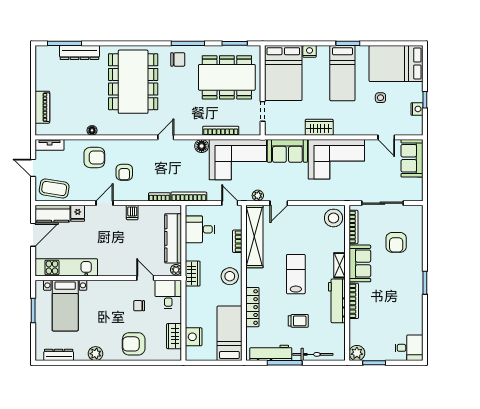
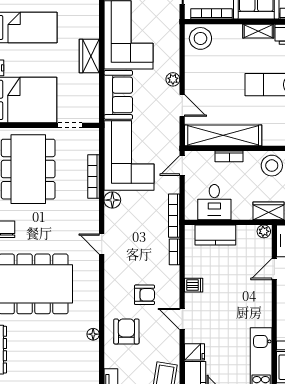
plant: (258, 196) -> (173, 79), moved
kitchen counter: (173, 238) -> (215, 235), width x0.67

